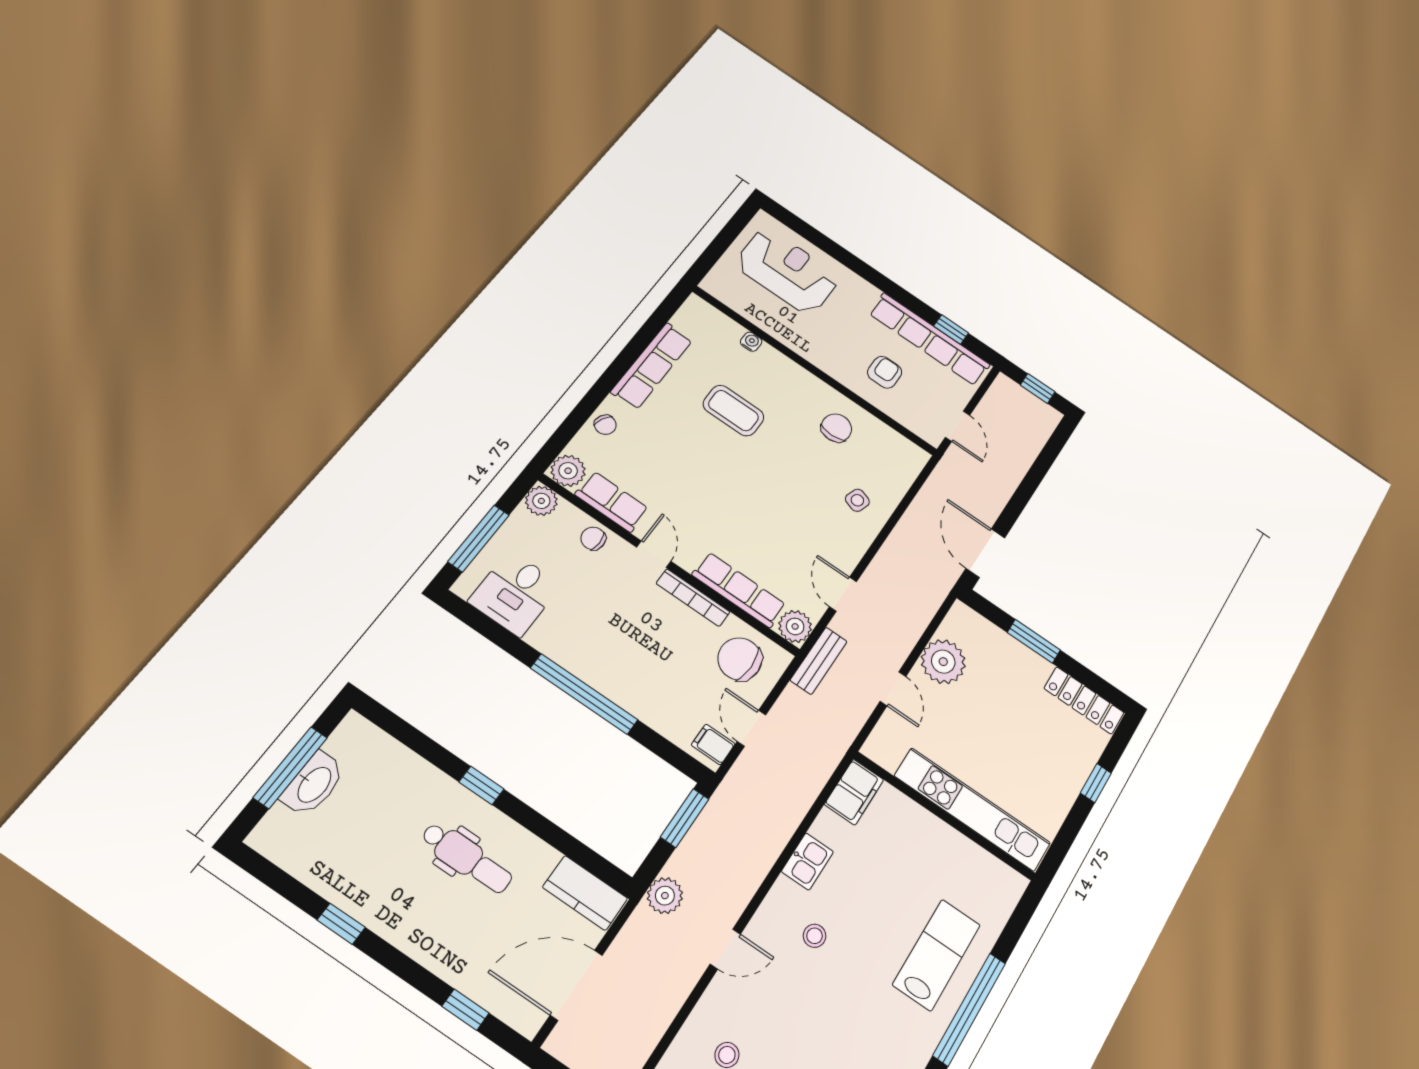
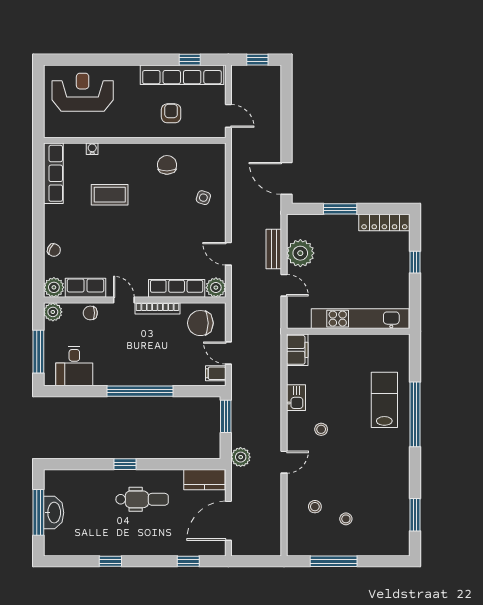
row of seats: (652, 366) -> (53, 173), moved
bench: (819, 661) -> (274, 249), moved

